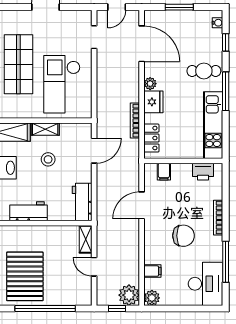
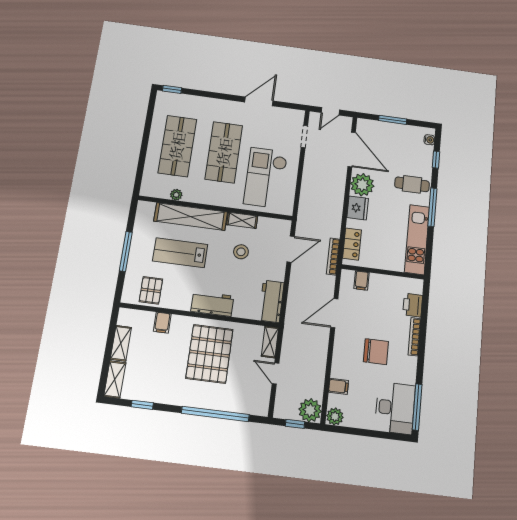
plant: (150, 84) -> (362, 185), width x1.88, depth x1.88
bookcase: (135, 121) -> (333, 256), moved
printer: (203, 172) -> (413, 305), moved, turned 90
window: (226, 262) -> (417, 407), moved
pallet: (25, 276) -> (209, 354), moved

